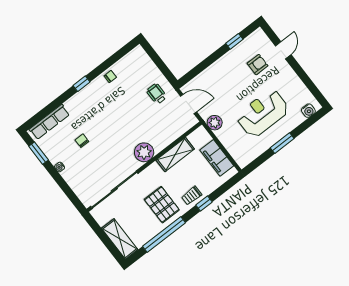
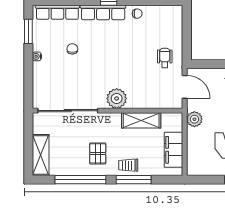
row of seats: (84, 95) -> (103, 12), added
window: (204, 203) -> (134, 180), width x2.17
pallet: (162, 205) -> (98, 153), width x0.67, depth x0.71

